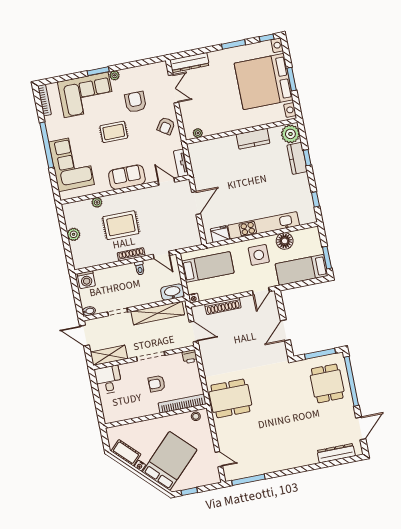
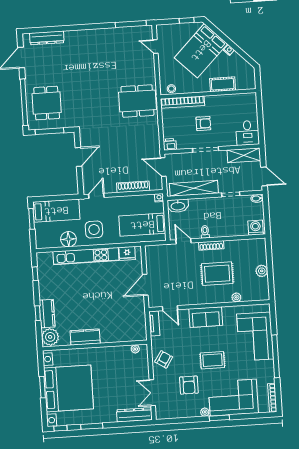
cot: (126, 453) -> (223, 84), moved, turned -45

